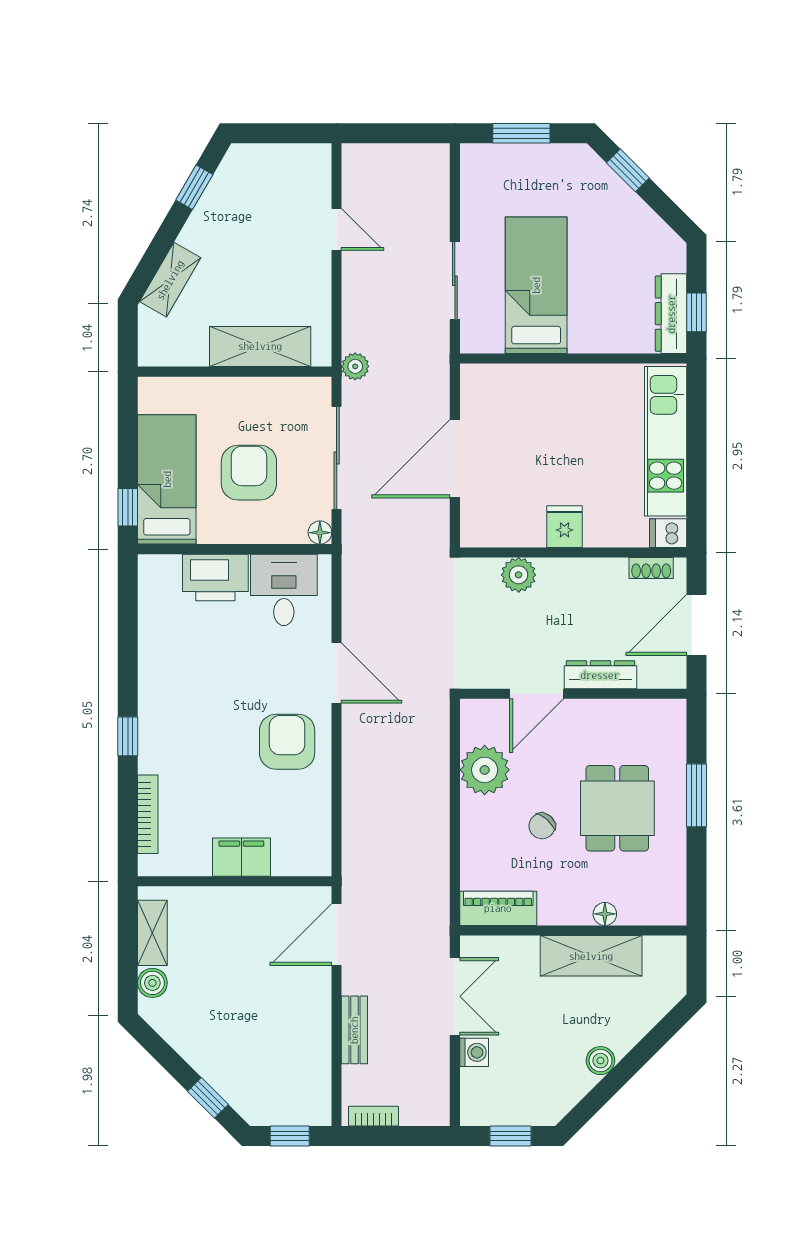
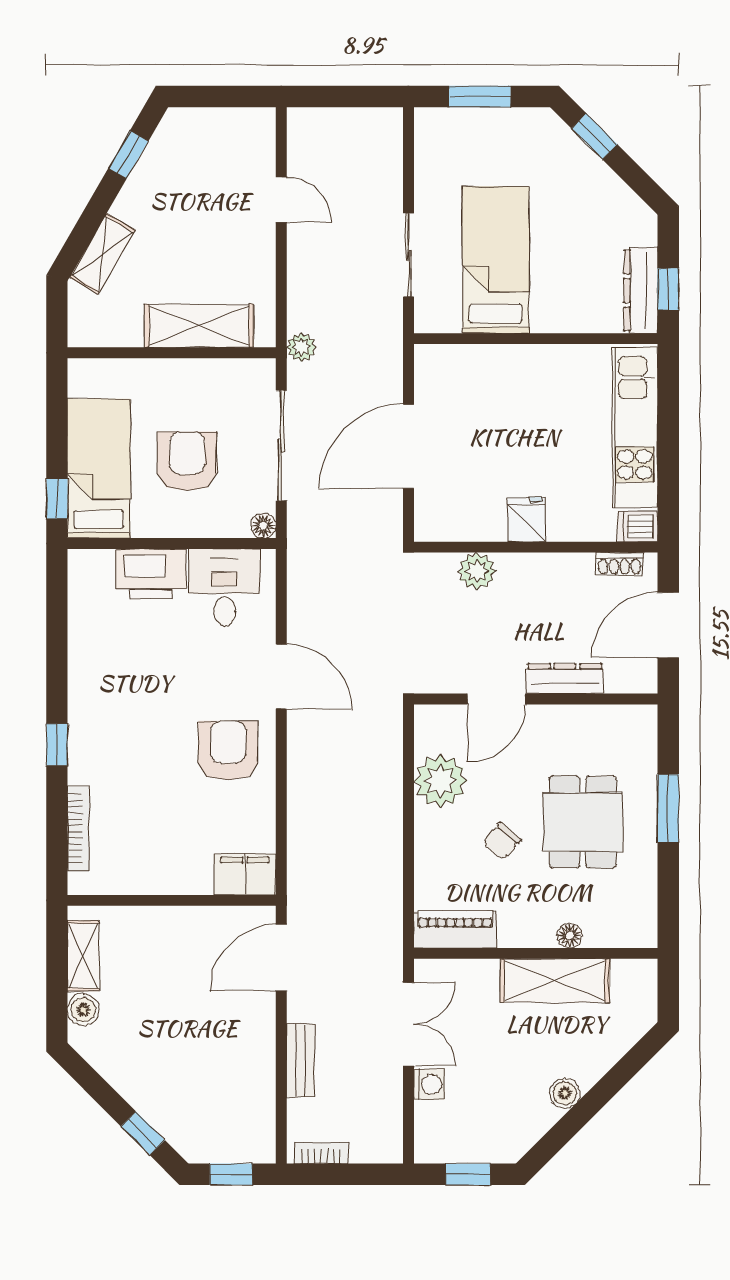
filing cabinet: (241, 857) -> (245, 874), moved

